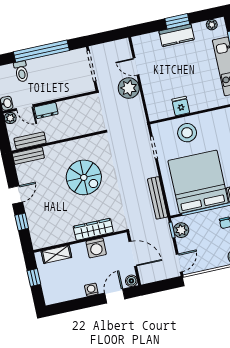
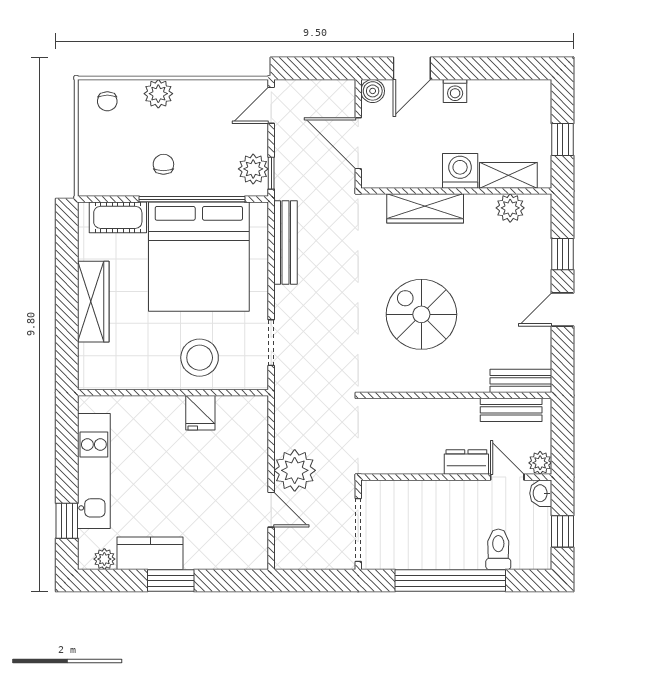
kitchen counter: (177, 35) -> (150, 553), moved
plant: (52, 239) -> (510, 208), added
washing machine: (96, 248) -> (460, 171), moved

